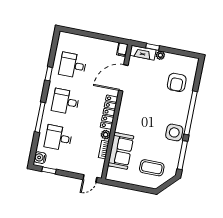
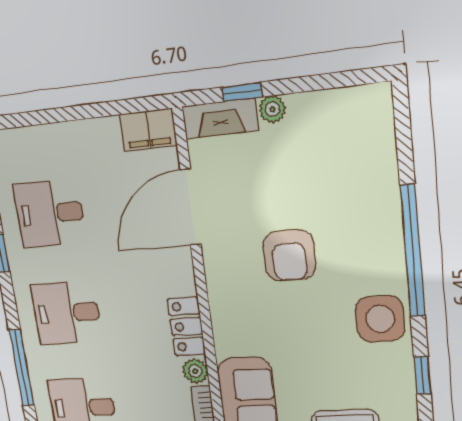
filing cabinet: (122, 50) -> (148, 130), width x2.00
armchair: (177, 82) -> (289, 256), moved
locker: (109, 112) -> (186, 326), width x0.66
window: (182, 155) -> (422, 375), width x0.46

